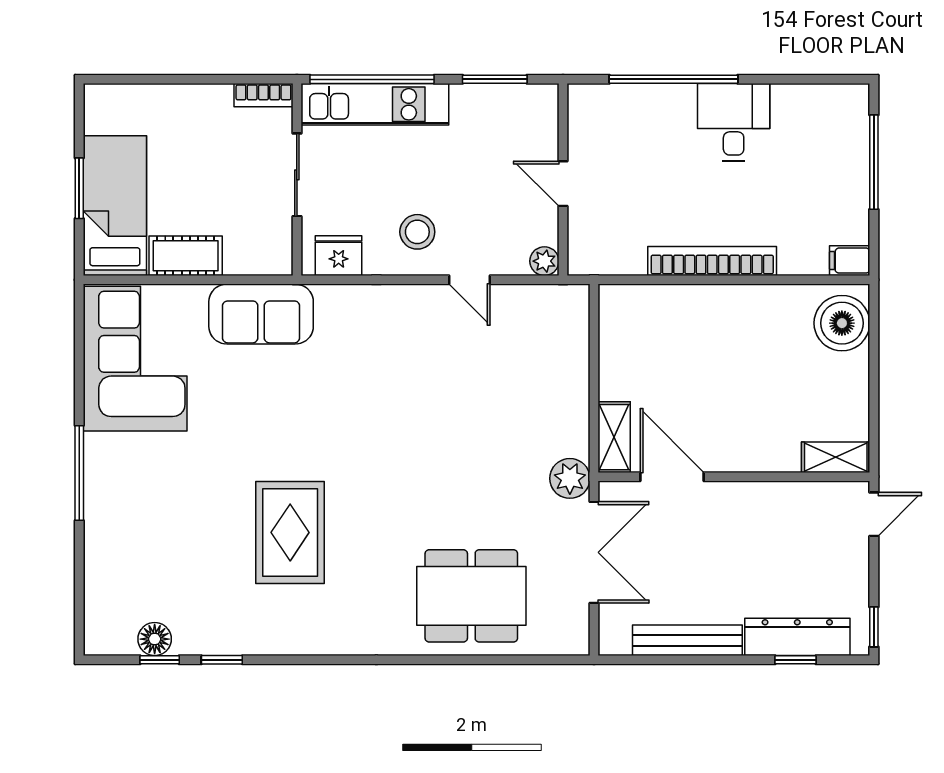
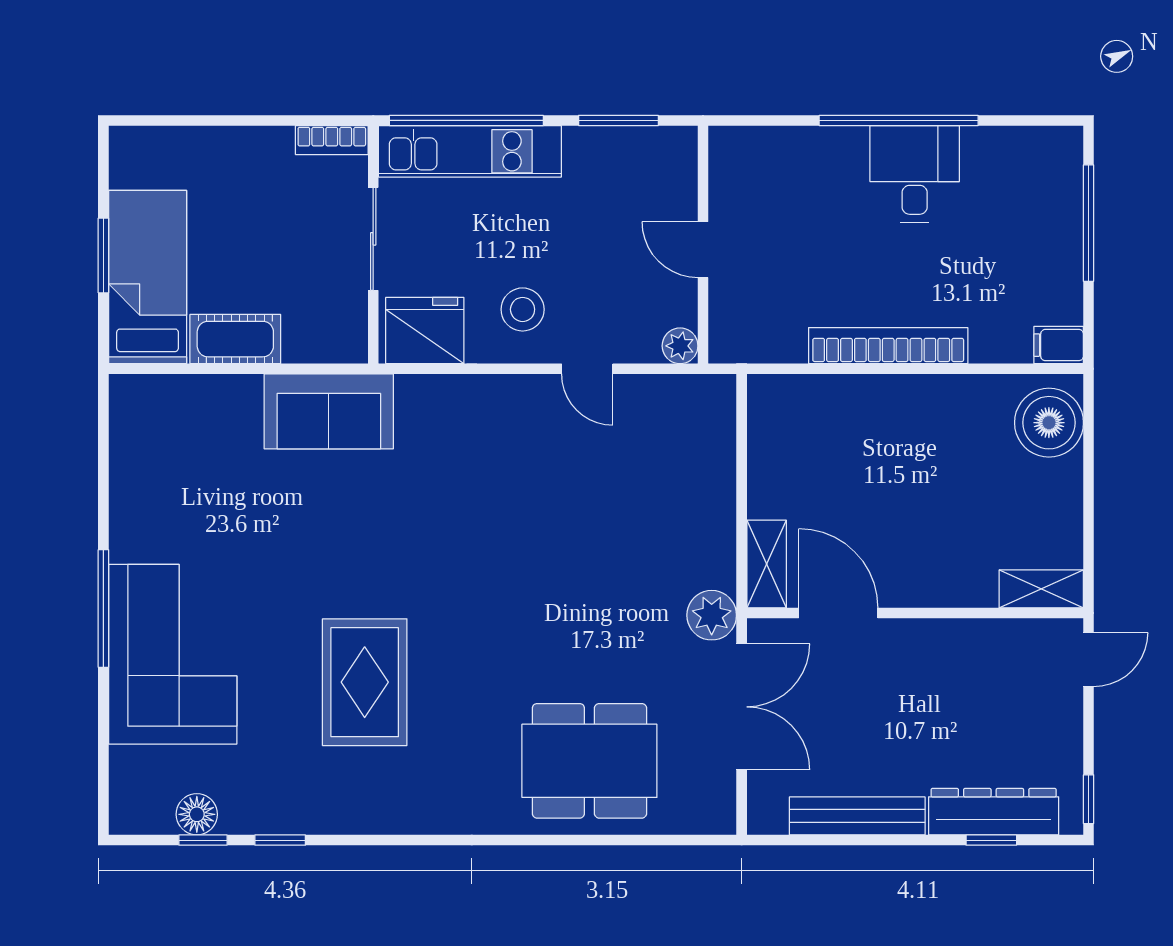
window: (674, 79) -> (899, 120), moved
fridge: (339, 256) -> (425, 331), width x1.36, depth x1.34
corner sofa: (135, 359) -> (173, 654), moved

